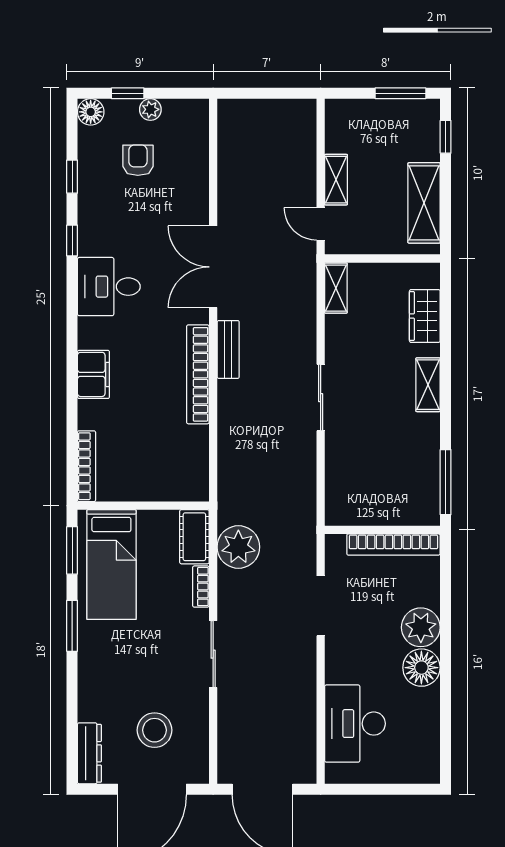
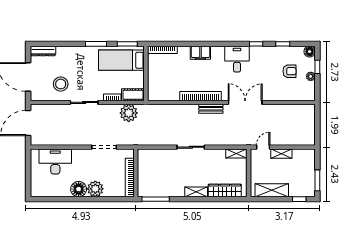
wardrobe: (425, 316) -> (225, 190), width x1.50
stool: (155, 730) -> (61, 84), moved

